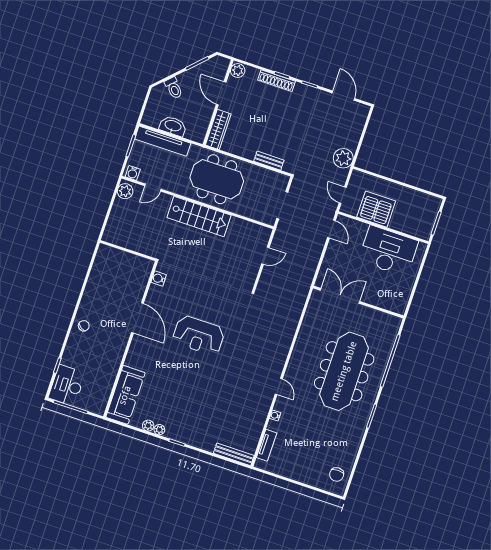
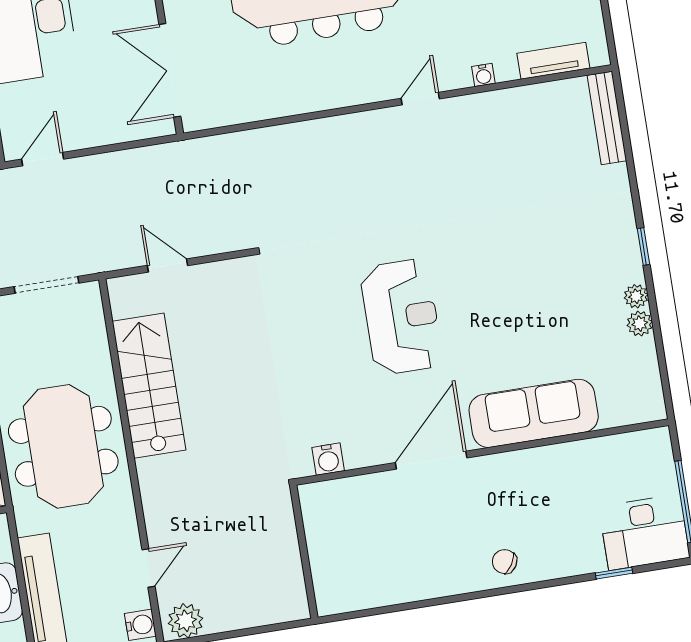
door: (153, 188) -> (148, 568), hinge flipped
stairs: (199, 216) -> (149, 386), moved
sofa: (125, 395) -> (534, 413), moved

